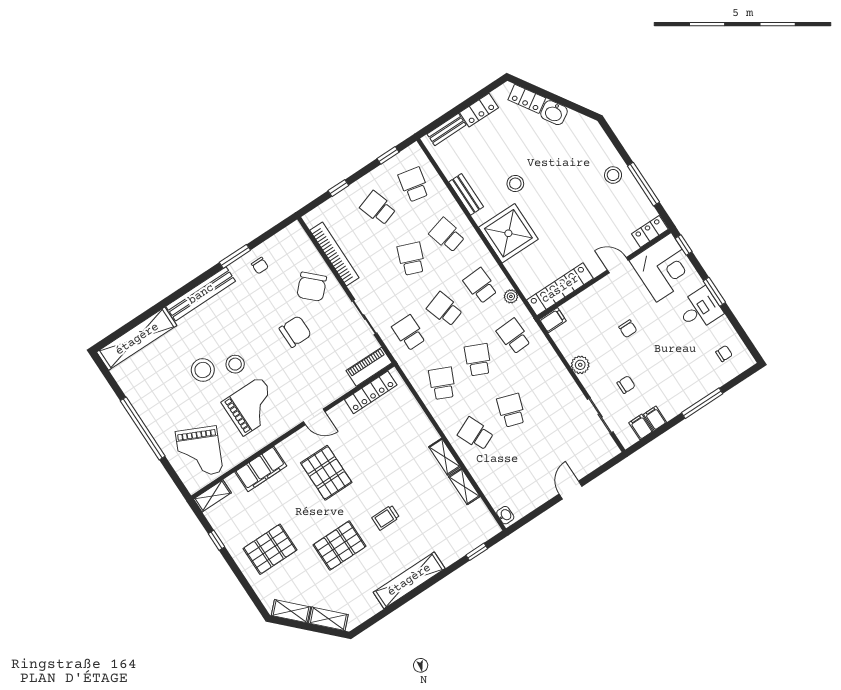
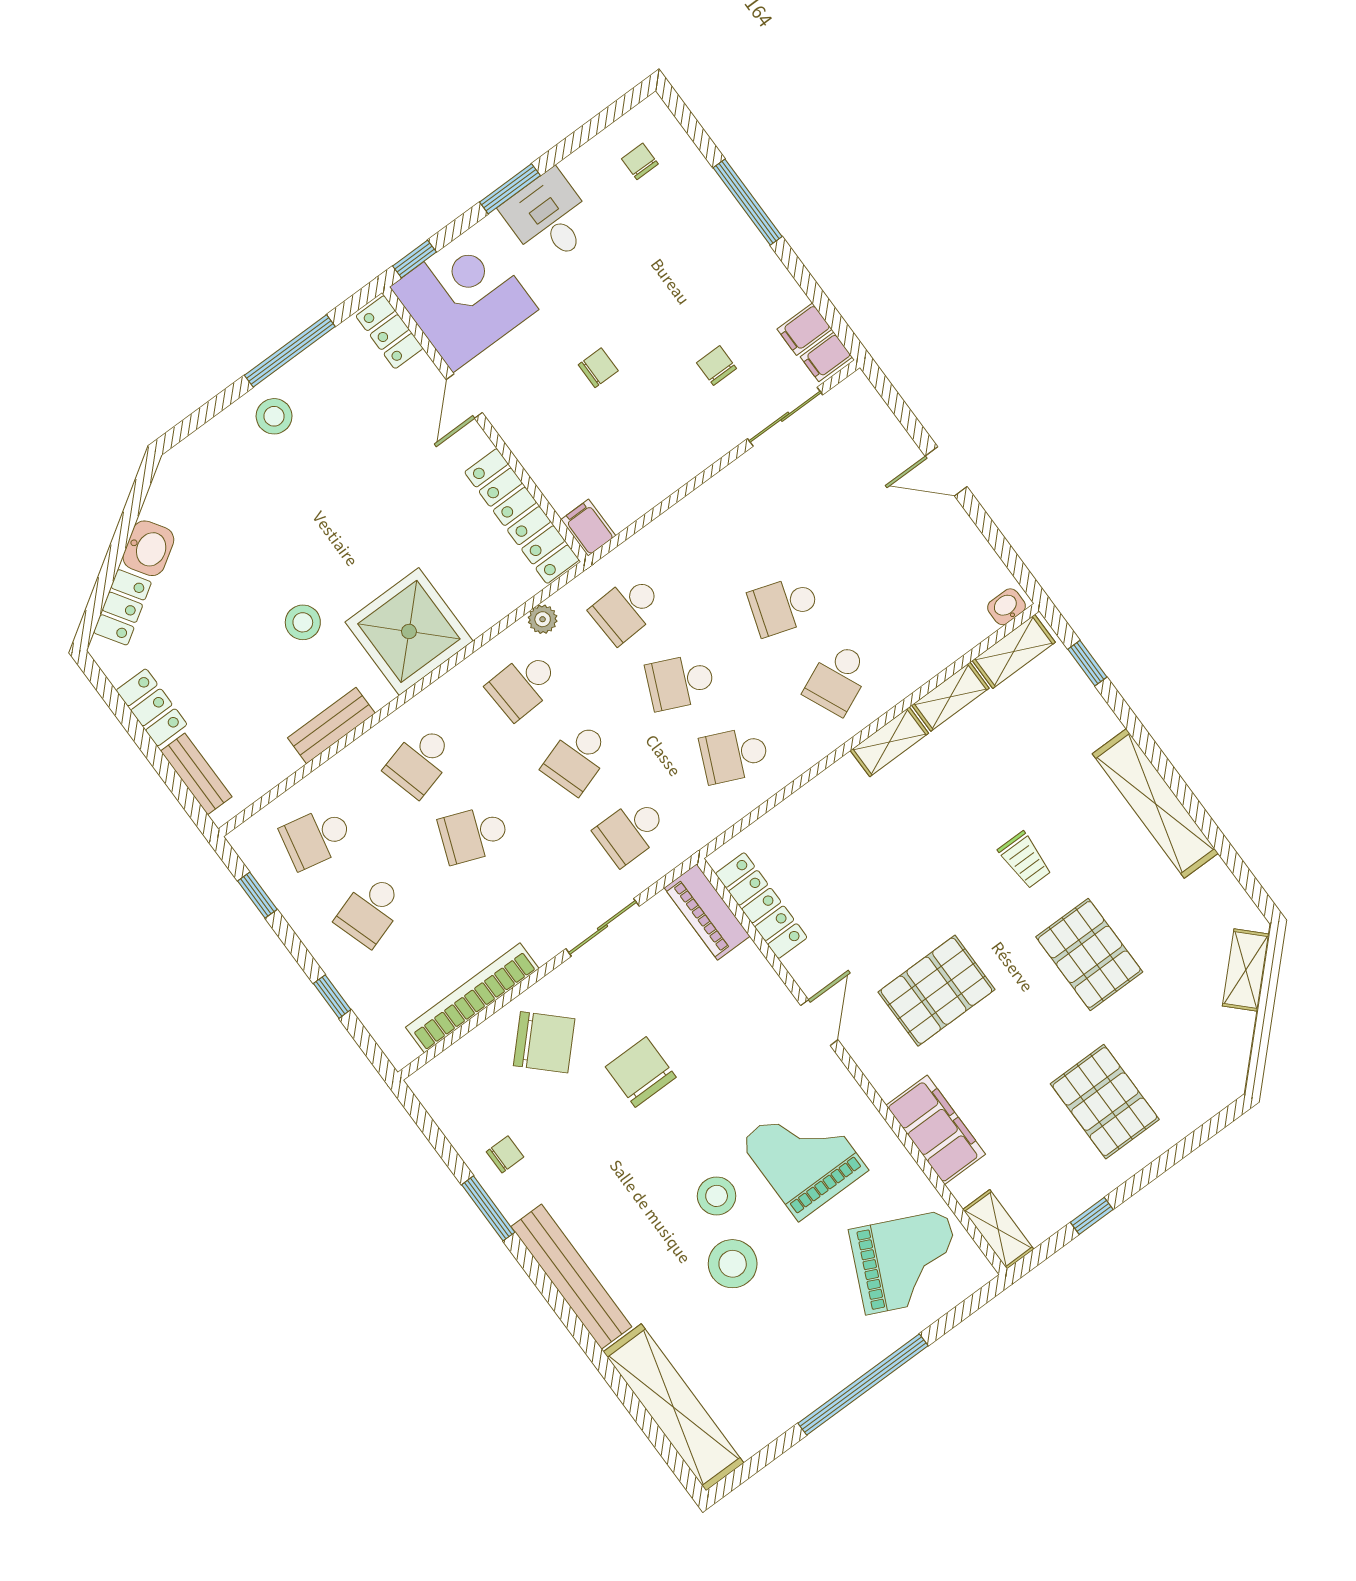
plant: (580, 365) -> (680, 465), removed
filing cabinet: (655, 418) -> (826, 357), moved
shelving: (291, 611) -> (1014, 651), moved, turned 45

